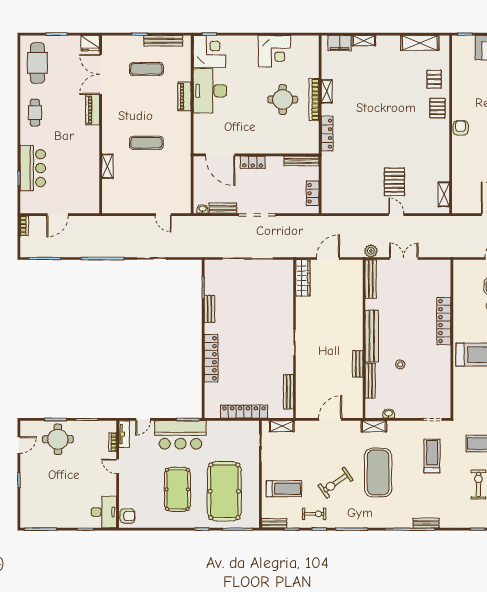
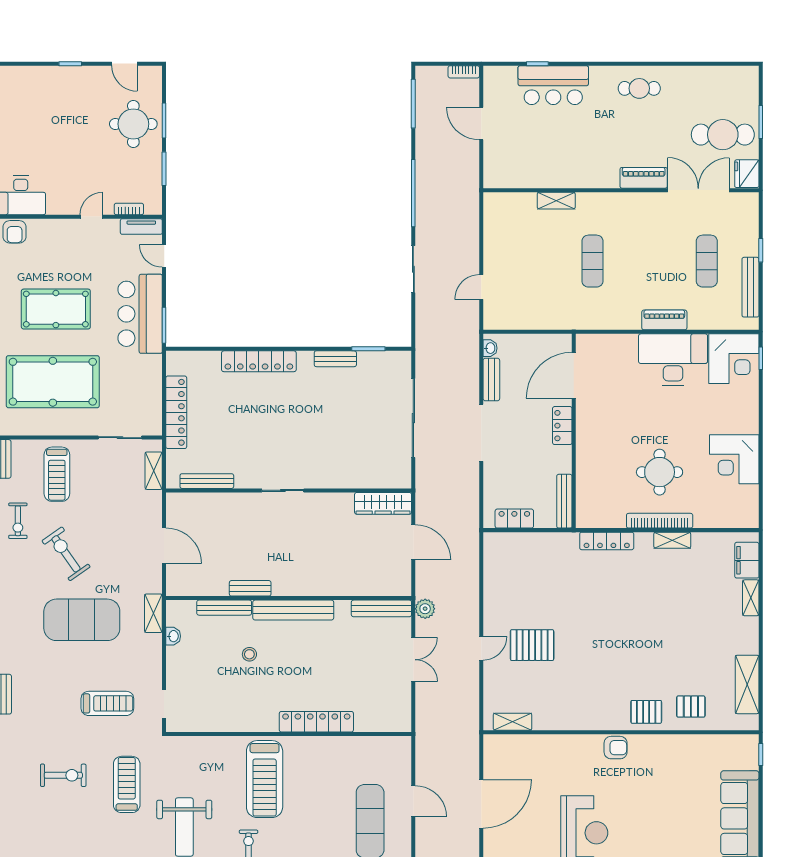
cafe table: (37, 63) -> (723, 135), moved

